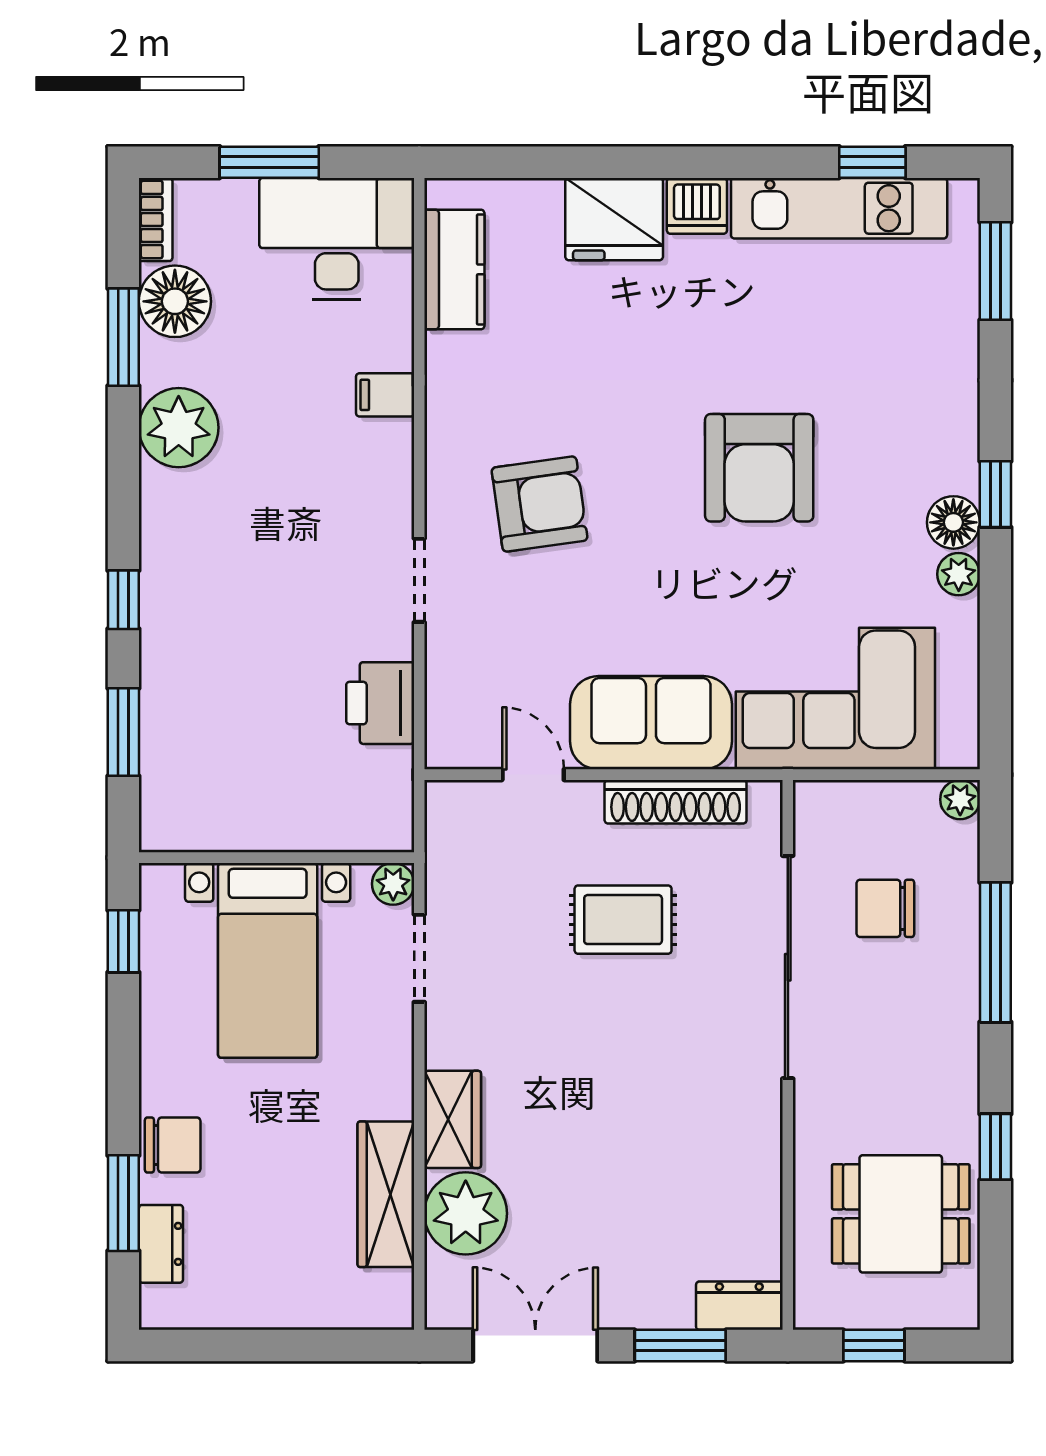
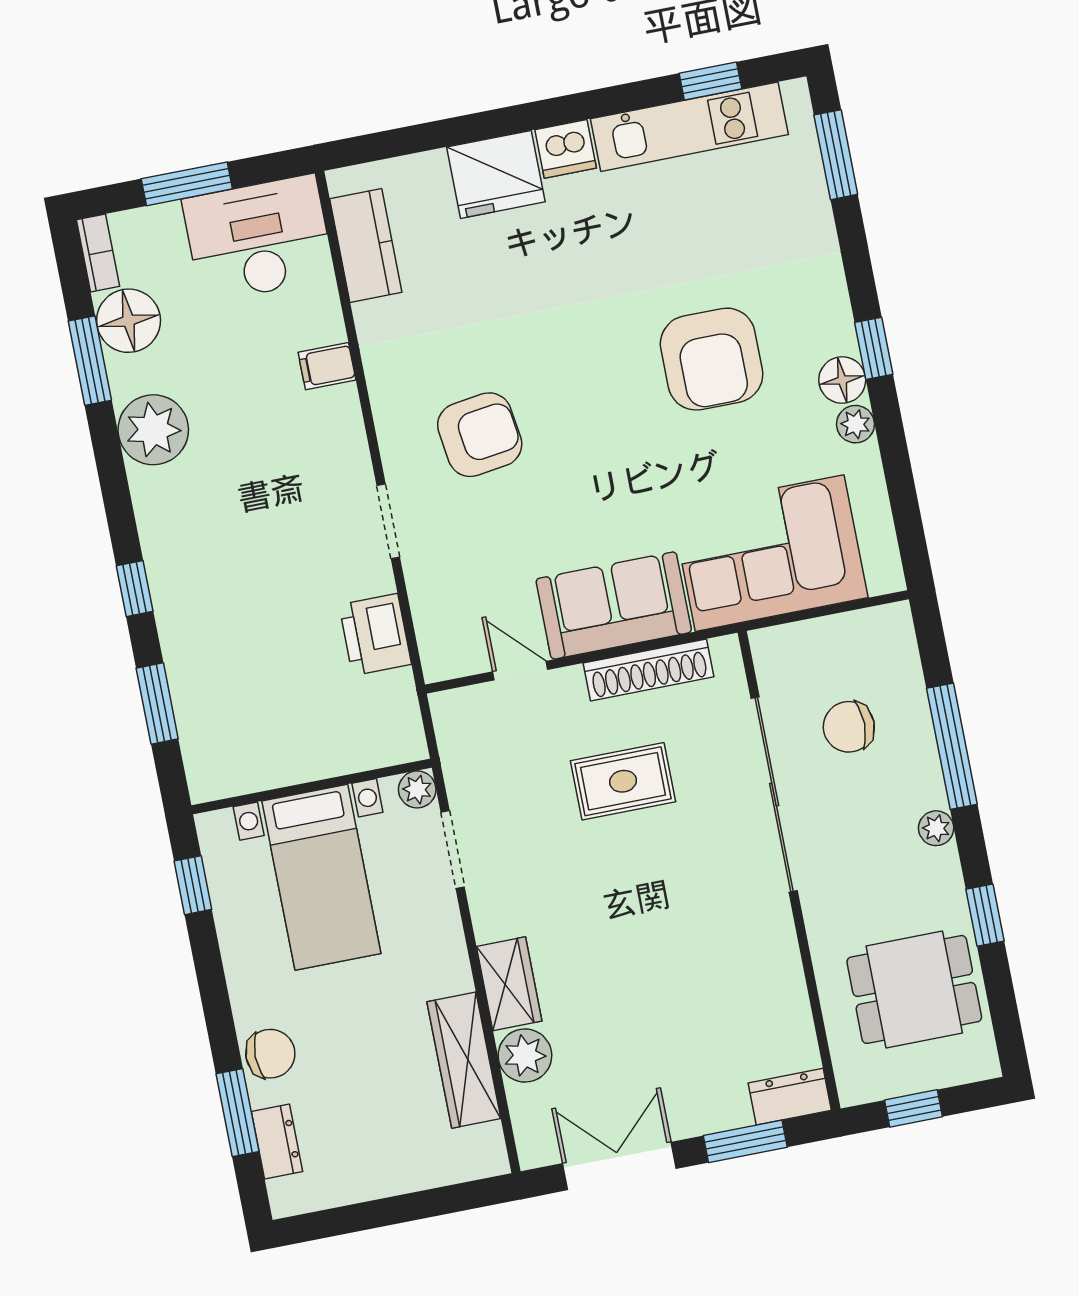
armchair: (759, 468) -> (712, 359), moved
plant: (960, 800) -> (936, 828), moved
plant: (466, 1213) -> (525, 1056), width x0.73, depth x0.73

